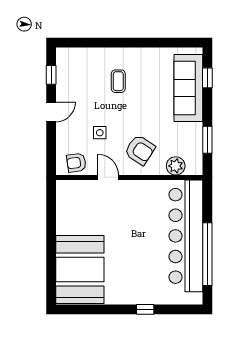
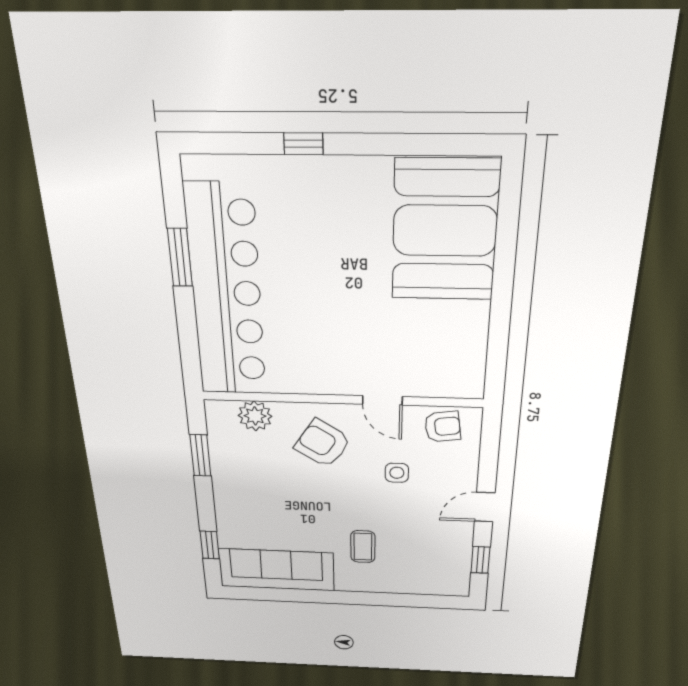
sofa: (188, 88) -> (276, 570), moved, turned -90
window: (207, 254) -> (180, 257), width x0.47

